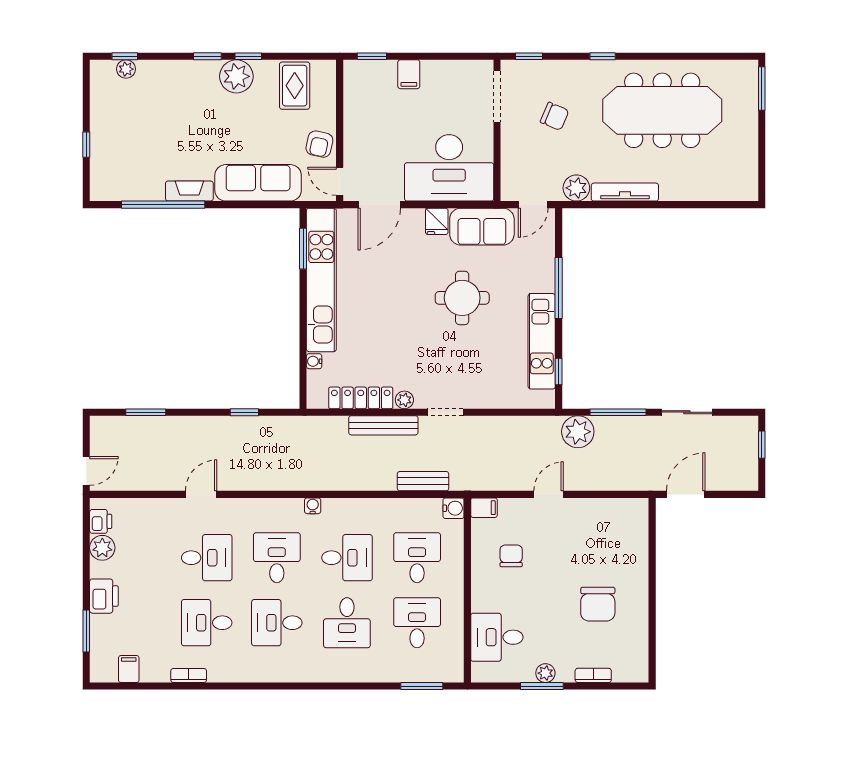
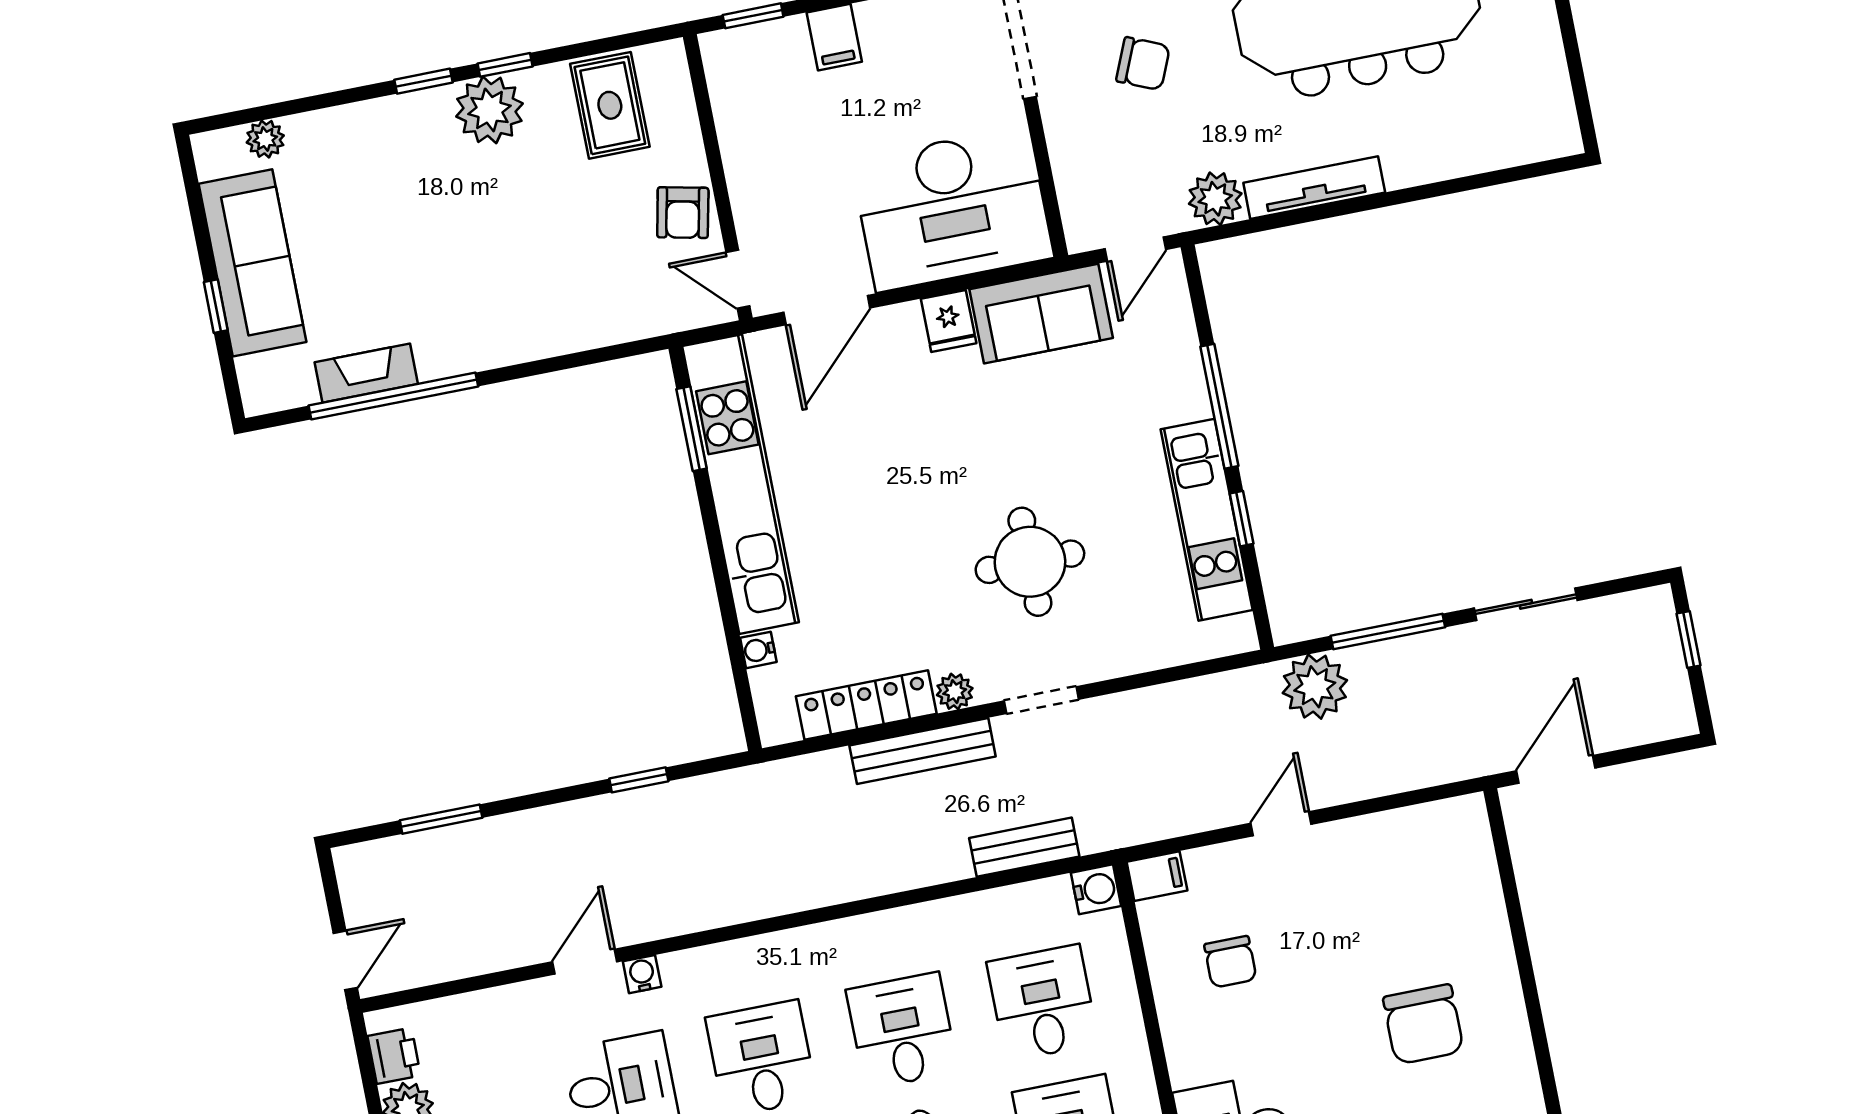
window: (125, 56) -> (258, 114), removed
sofa: (258, 183) -> (253, 263), moved, turned 90
fireplace: (189, 191) -> (366, 373), moved
round table: (462, 298) -> (1030, 562), moved
window: (559, 371) -> (1242, 519), moved
water cooler: (313, 506) -> (642, 974), moved
chair: (511, 556) -> (1230, 962), turned 180
desk: (347, 558) -> (902, 1031), turned -90

